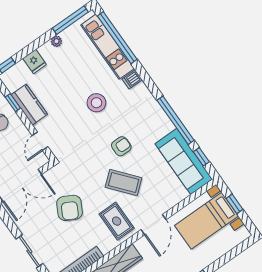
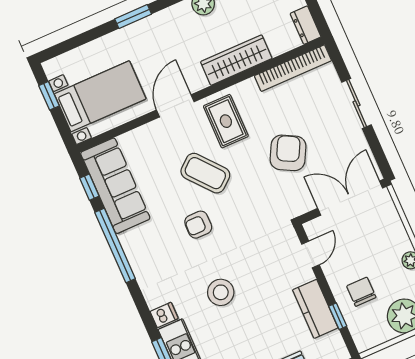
window: (234, 204) -> (49, 96), moved

